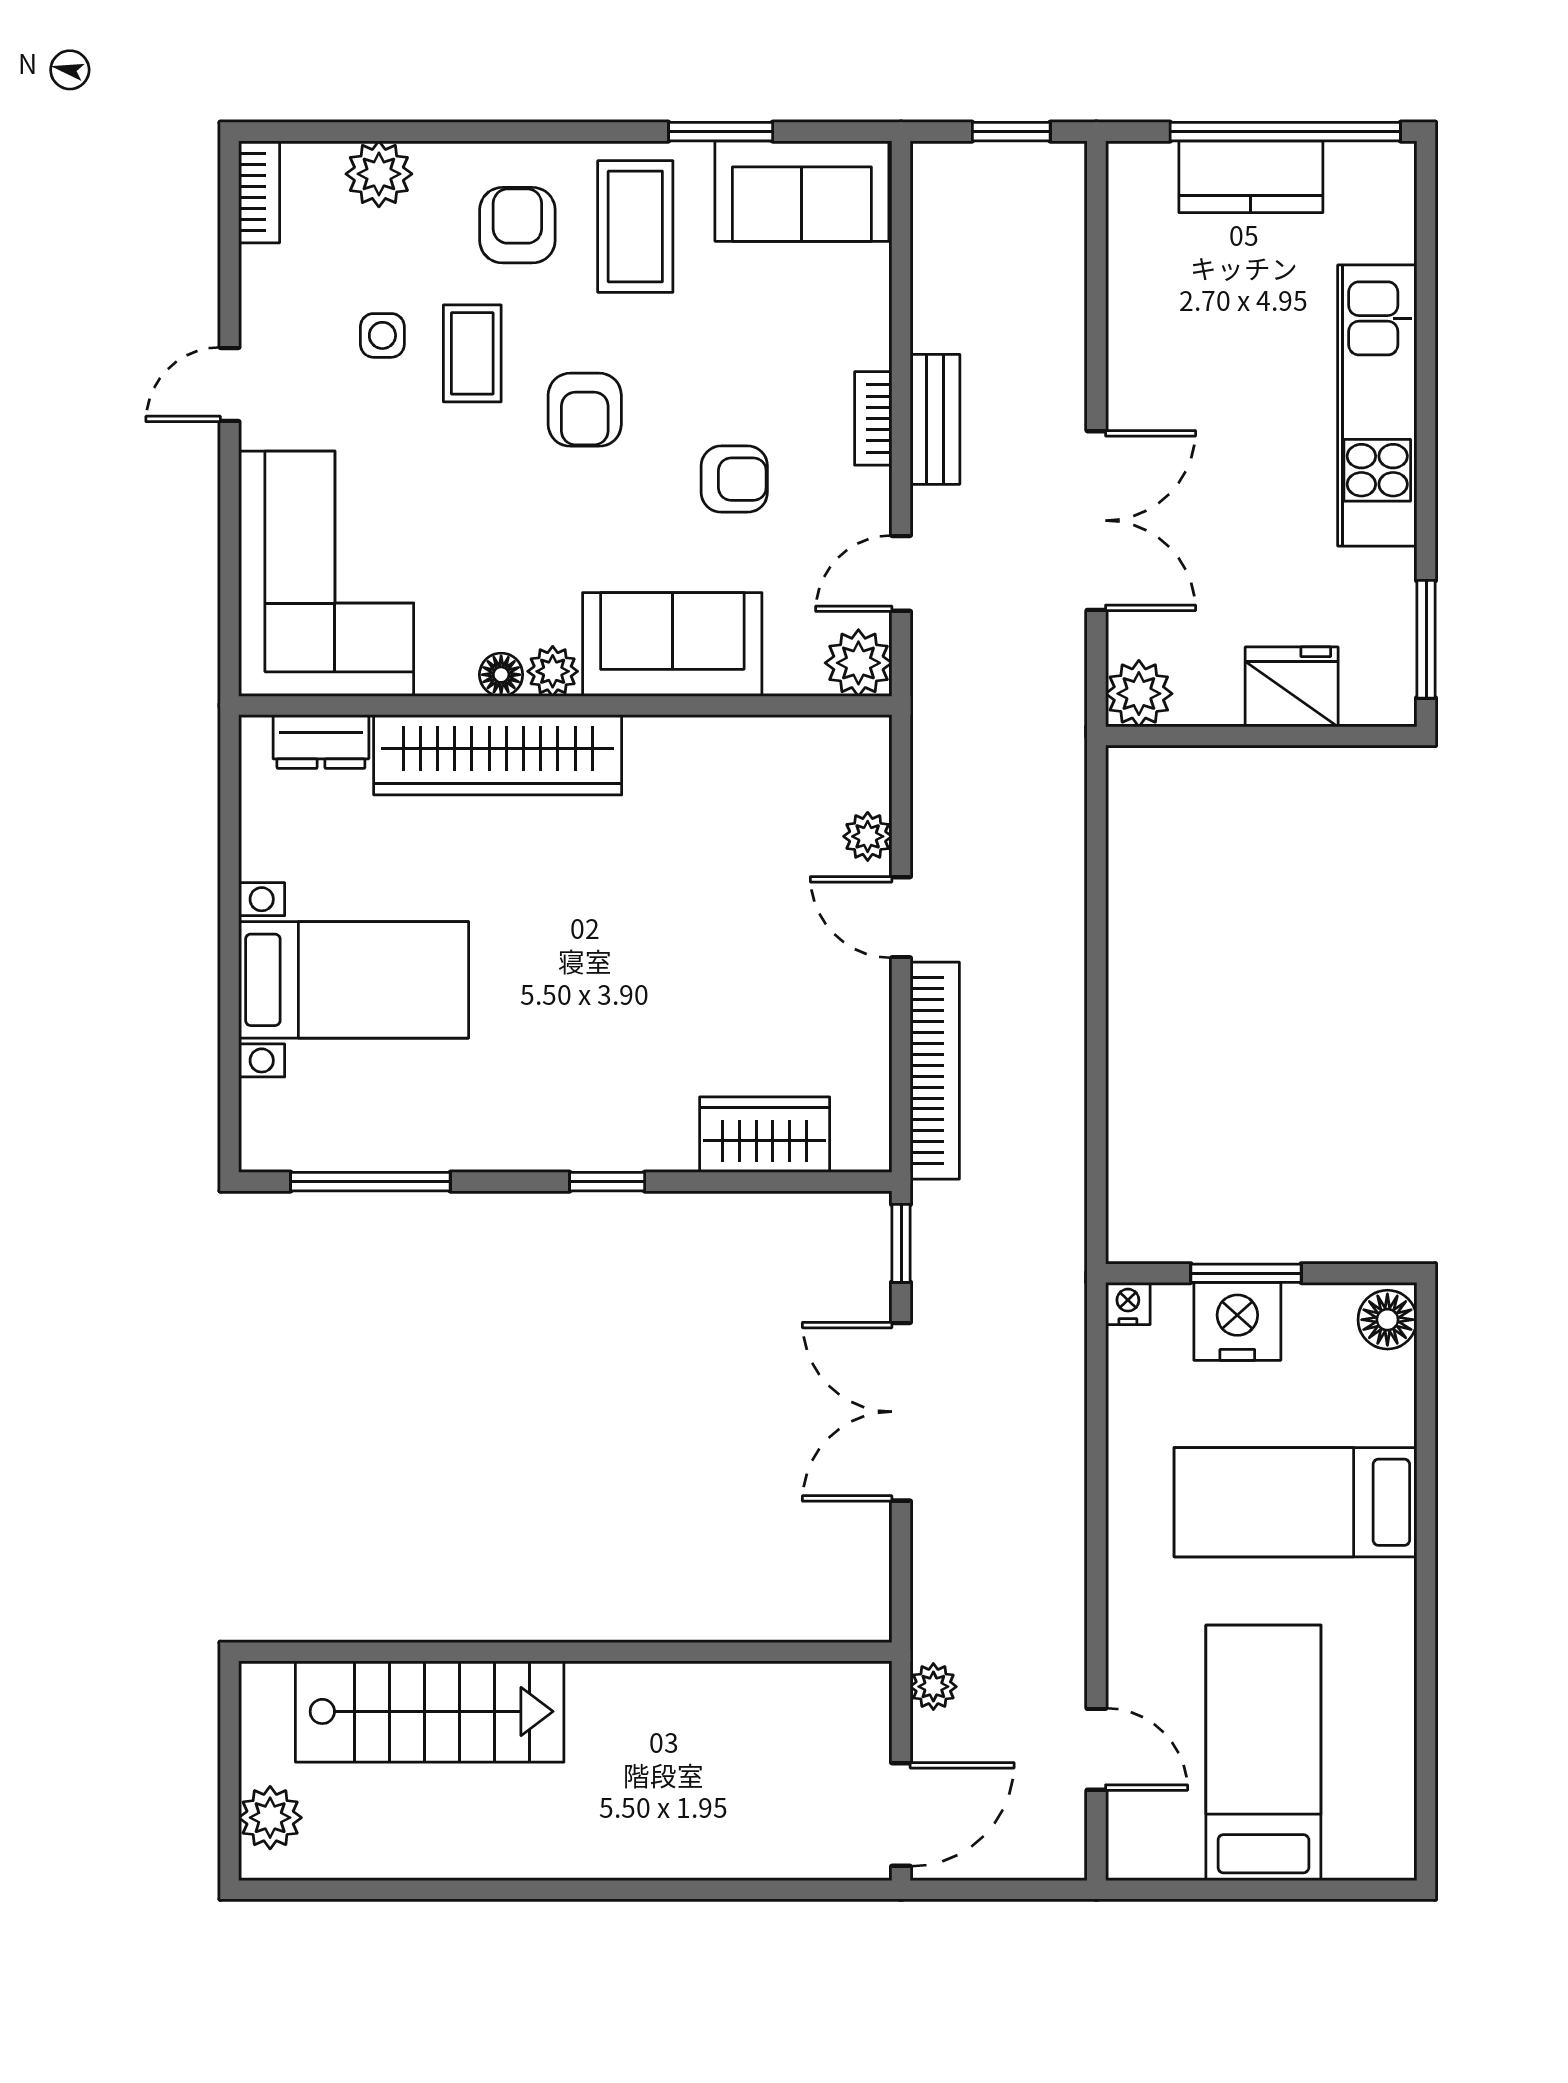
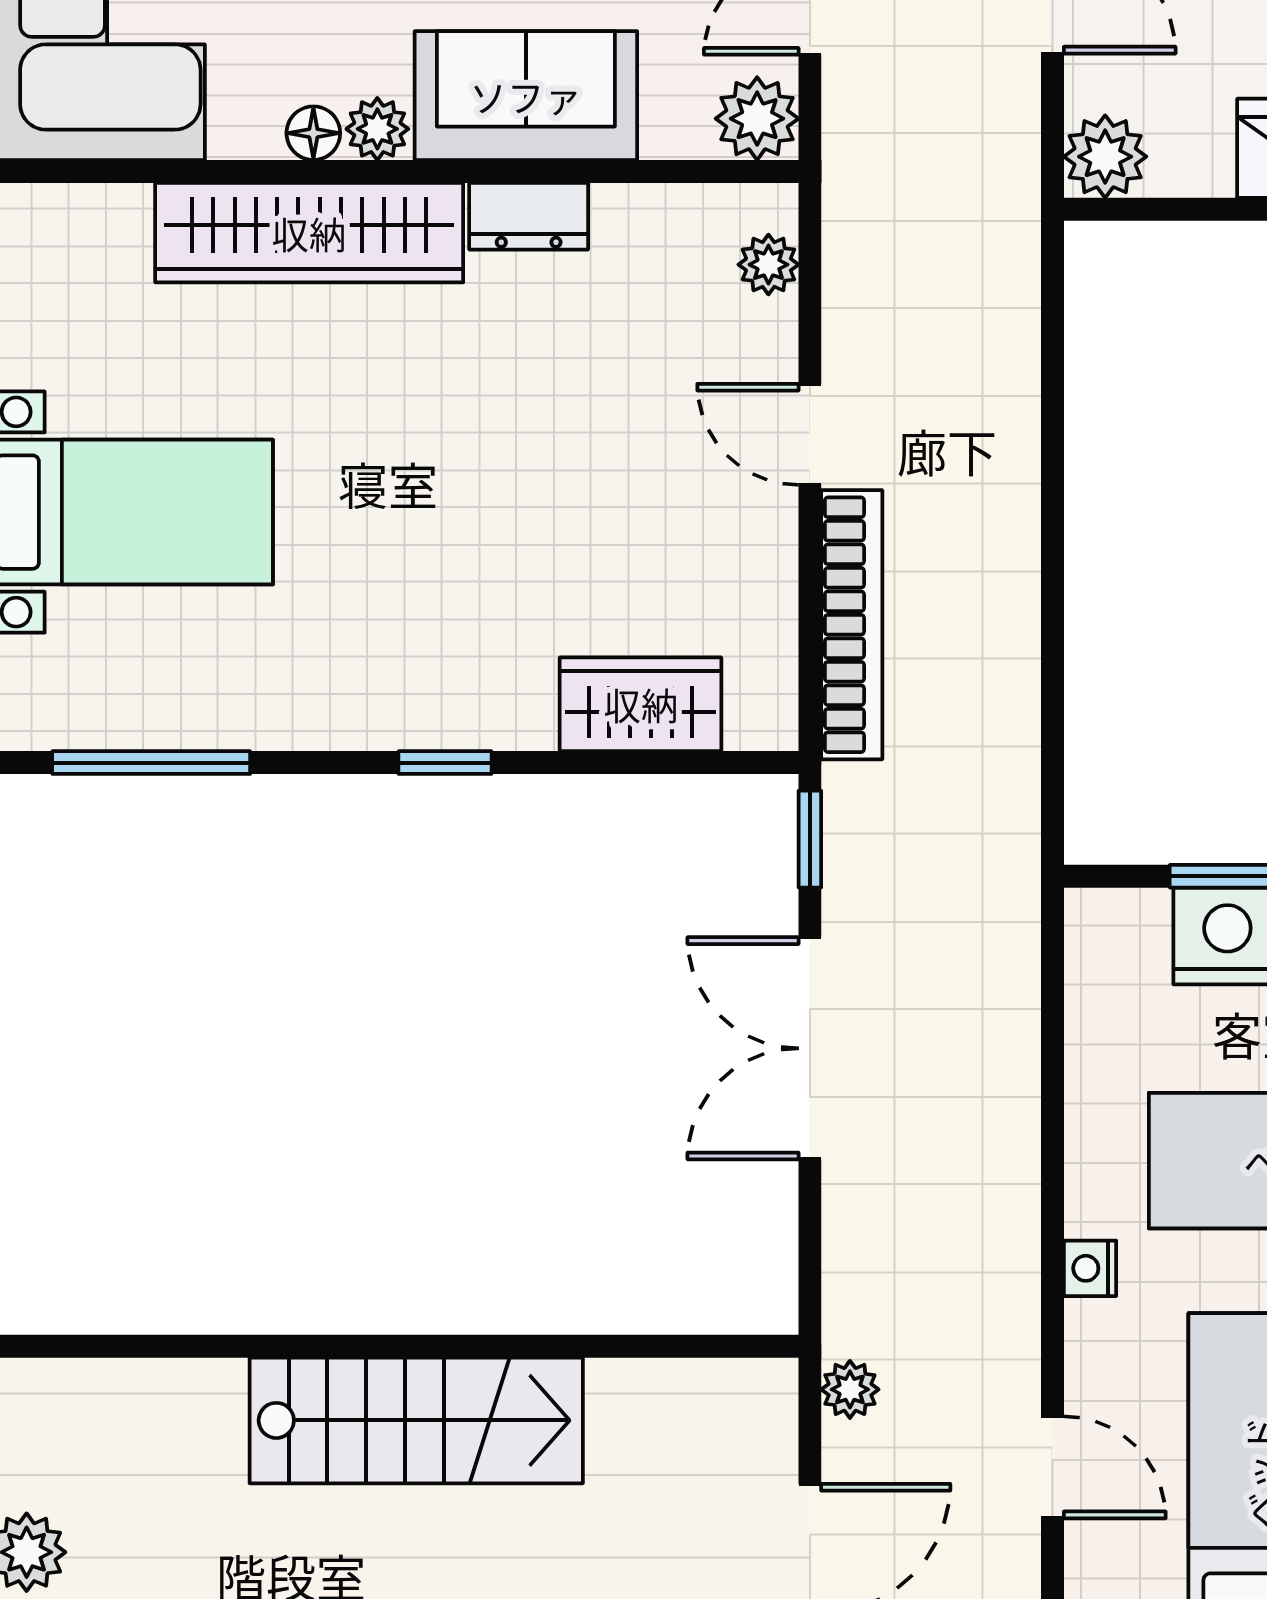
dresser: (321, 742) -> (529, 216), moved
plant: (868, 836) -> (768, 265), moved
nightstand: (1128, 1303) -> (1090, 1268), moved, turned -90
stairs: (430, 1711) -> (416, 1420), moved

